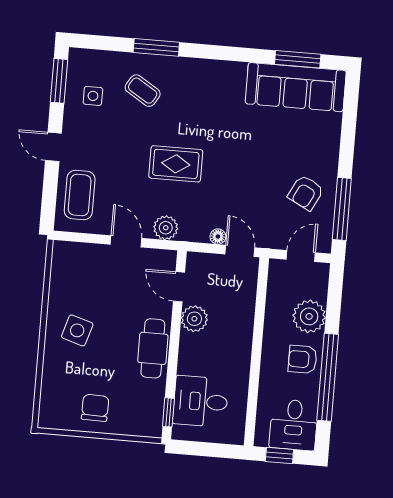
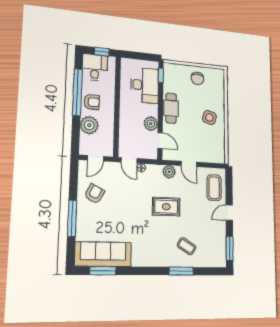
side table: (93, 96) -> (212, 241), removed
door: (53, 147) -> (229, 213), swing flipped
window: (342, 209) -> (72, 218), moved
desk: (201, 401) -> (145, 85), width x1.37

